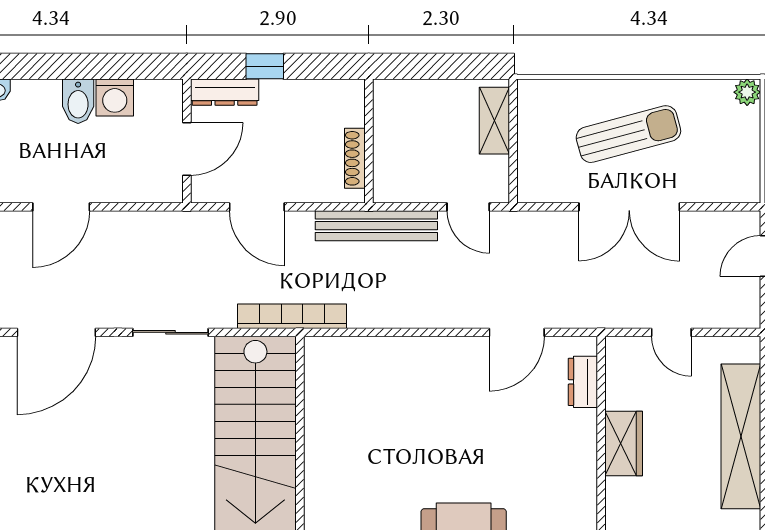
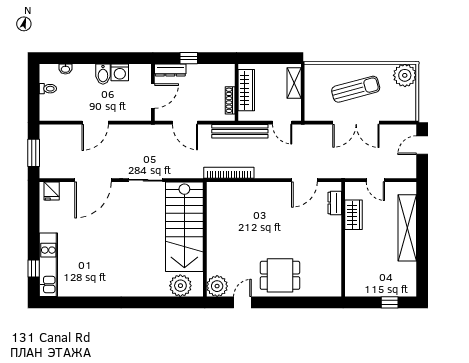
plant: (747, 92) -> (405, 75), width x1.87, depth x1.87
wardrobe: (390, 136) -> (246, 90), added
bookcase: (292, 316) -> (229, 173), moved
wardrobe: (624, 444) -> (353, 215), moved

